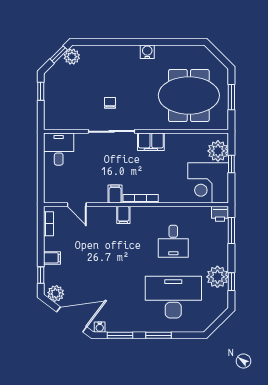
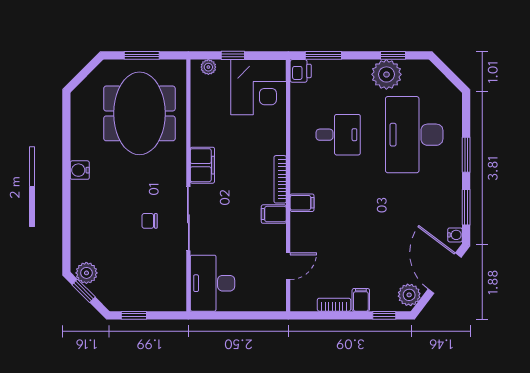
desk: (59, 149) -> (212, 283), width x1.37
plant: (218, 151) -> (208, 67), width x0.53, depth x0.53
bookcase: (48, 224) -> (334, 305), moved

